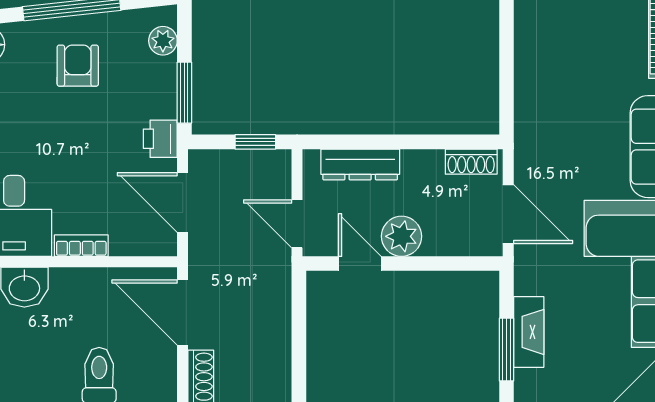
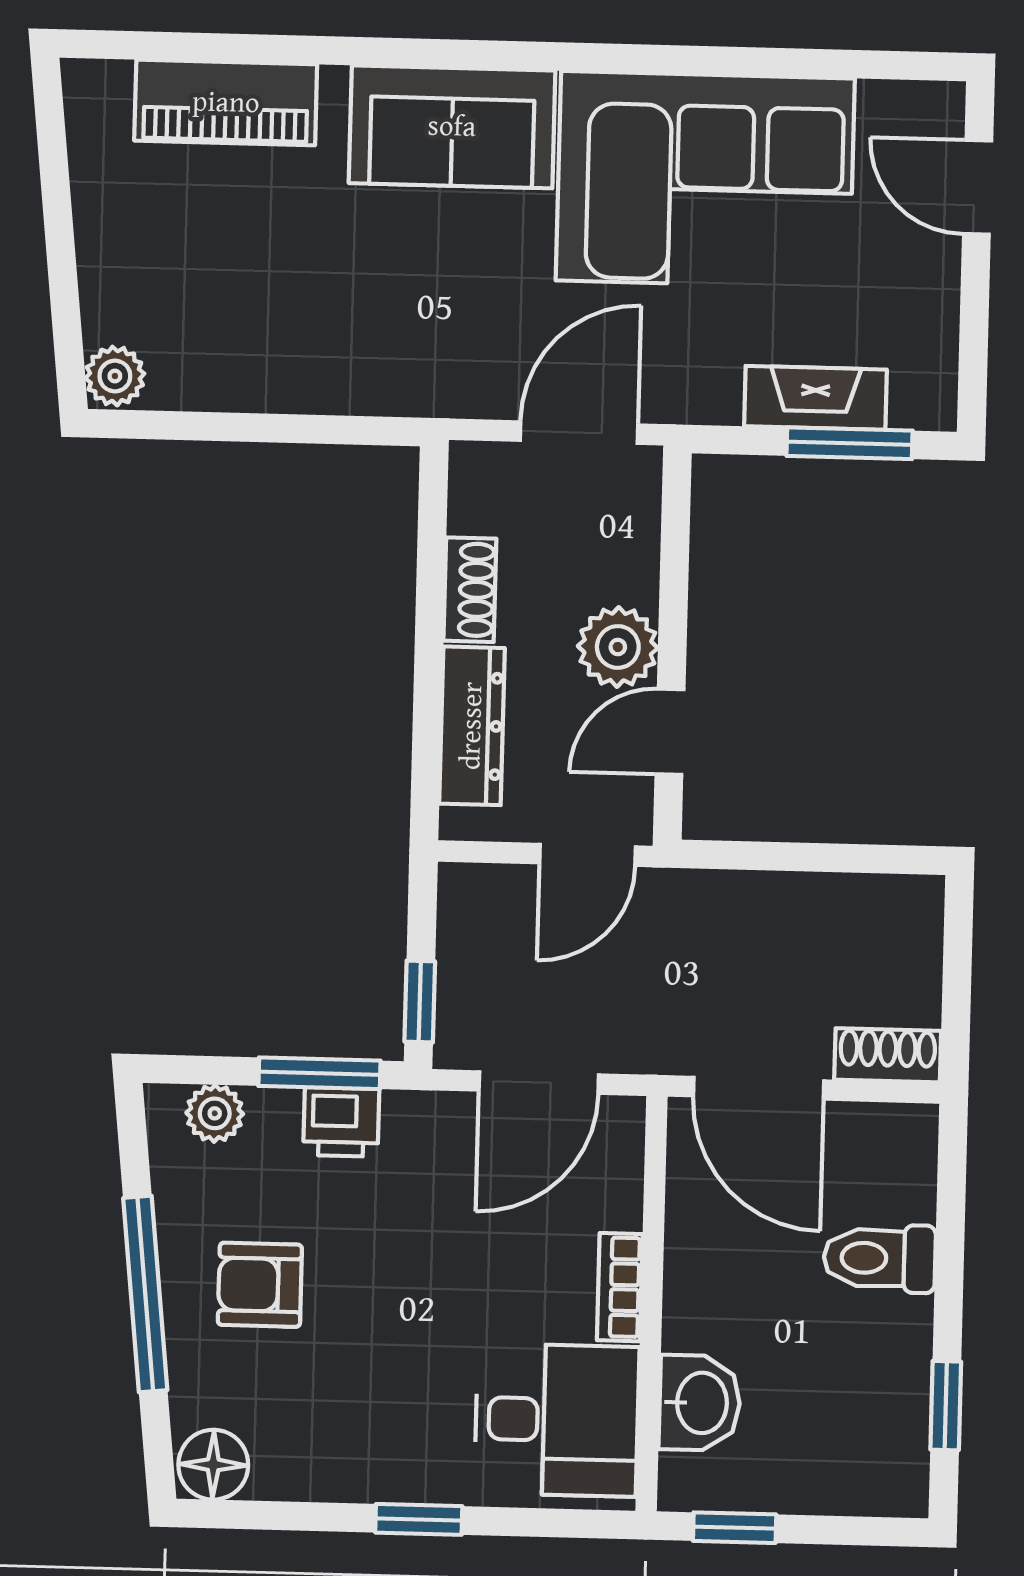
printer: (160, 139) -> (341, 1122), moved
window: (255, 142) -> (420, 1002), moved
shoe rack: (471, 162) -> (470, 590), moved
door: (183, 313) -> (759, 1088), hinge flipped

